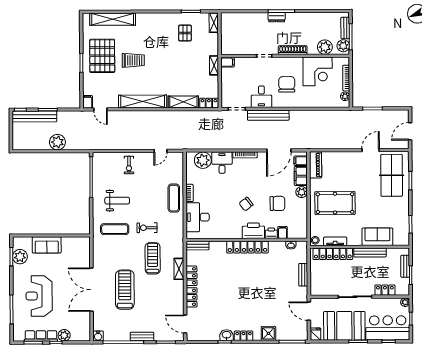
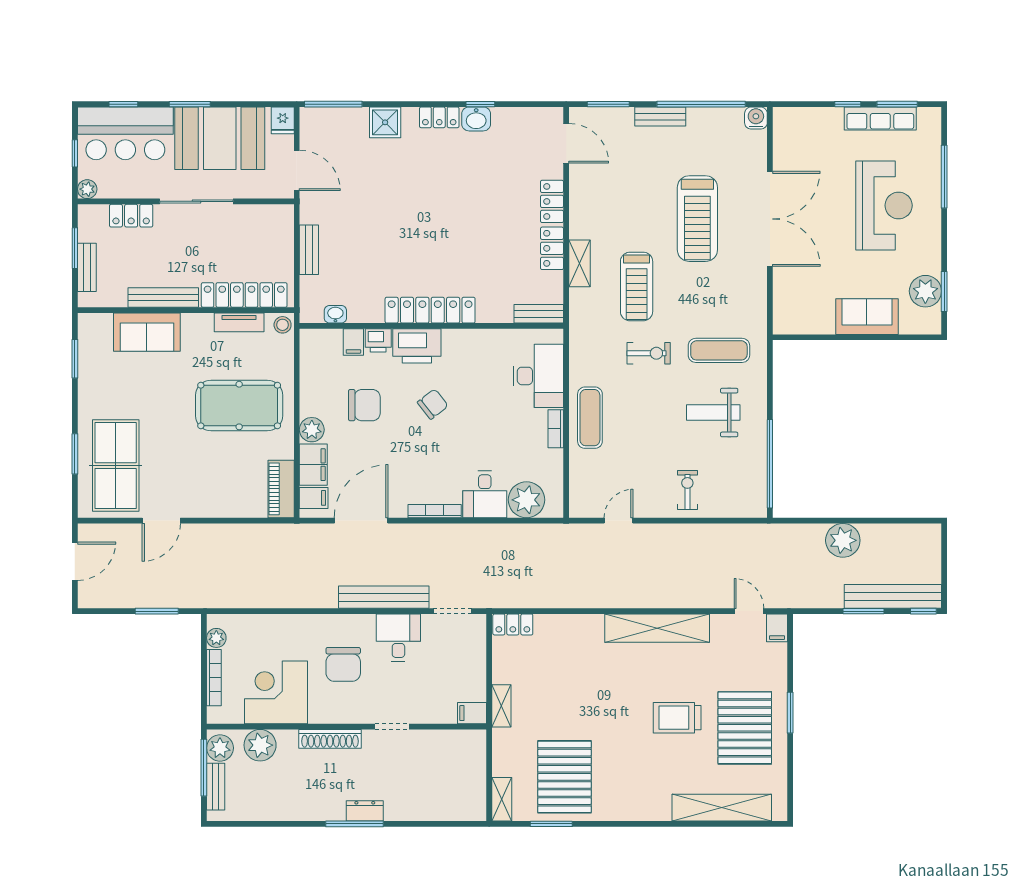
pallet: (185, 33) -> (565, 777), width x2.05, depth x2.00
shelving: (183, 102) -> (568, 627), removed
chair: (277, 203) -> (364, 405), turned 180
plant: (64, 335) -> (830, 120), removed

